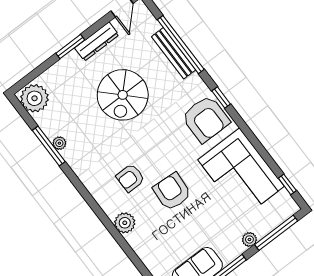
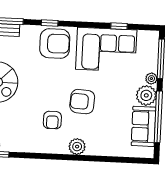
window: (287, 184) -> (119, 26), moved
plant: (229, 248) -> (146, 95), added

